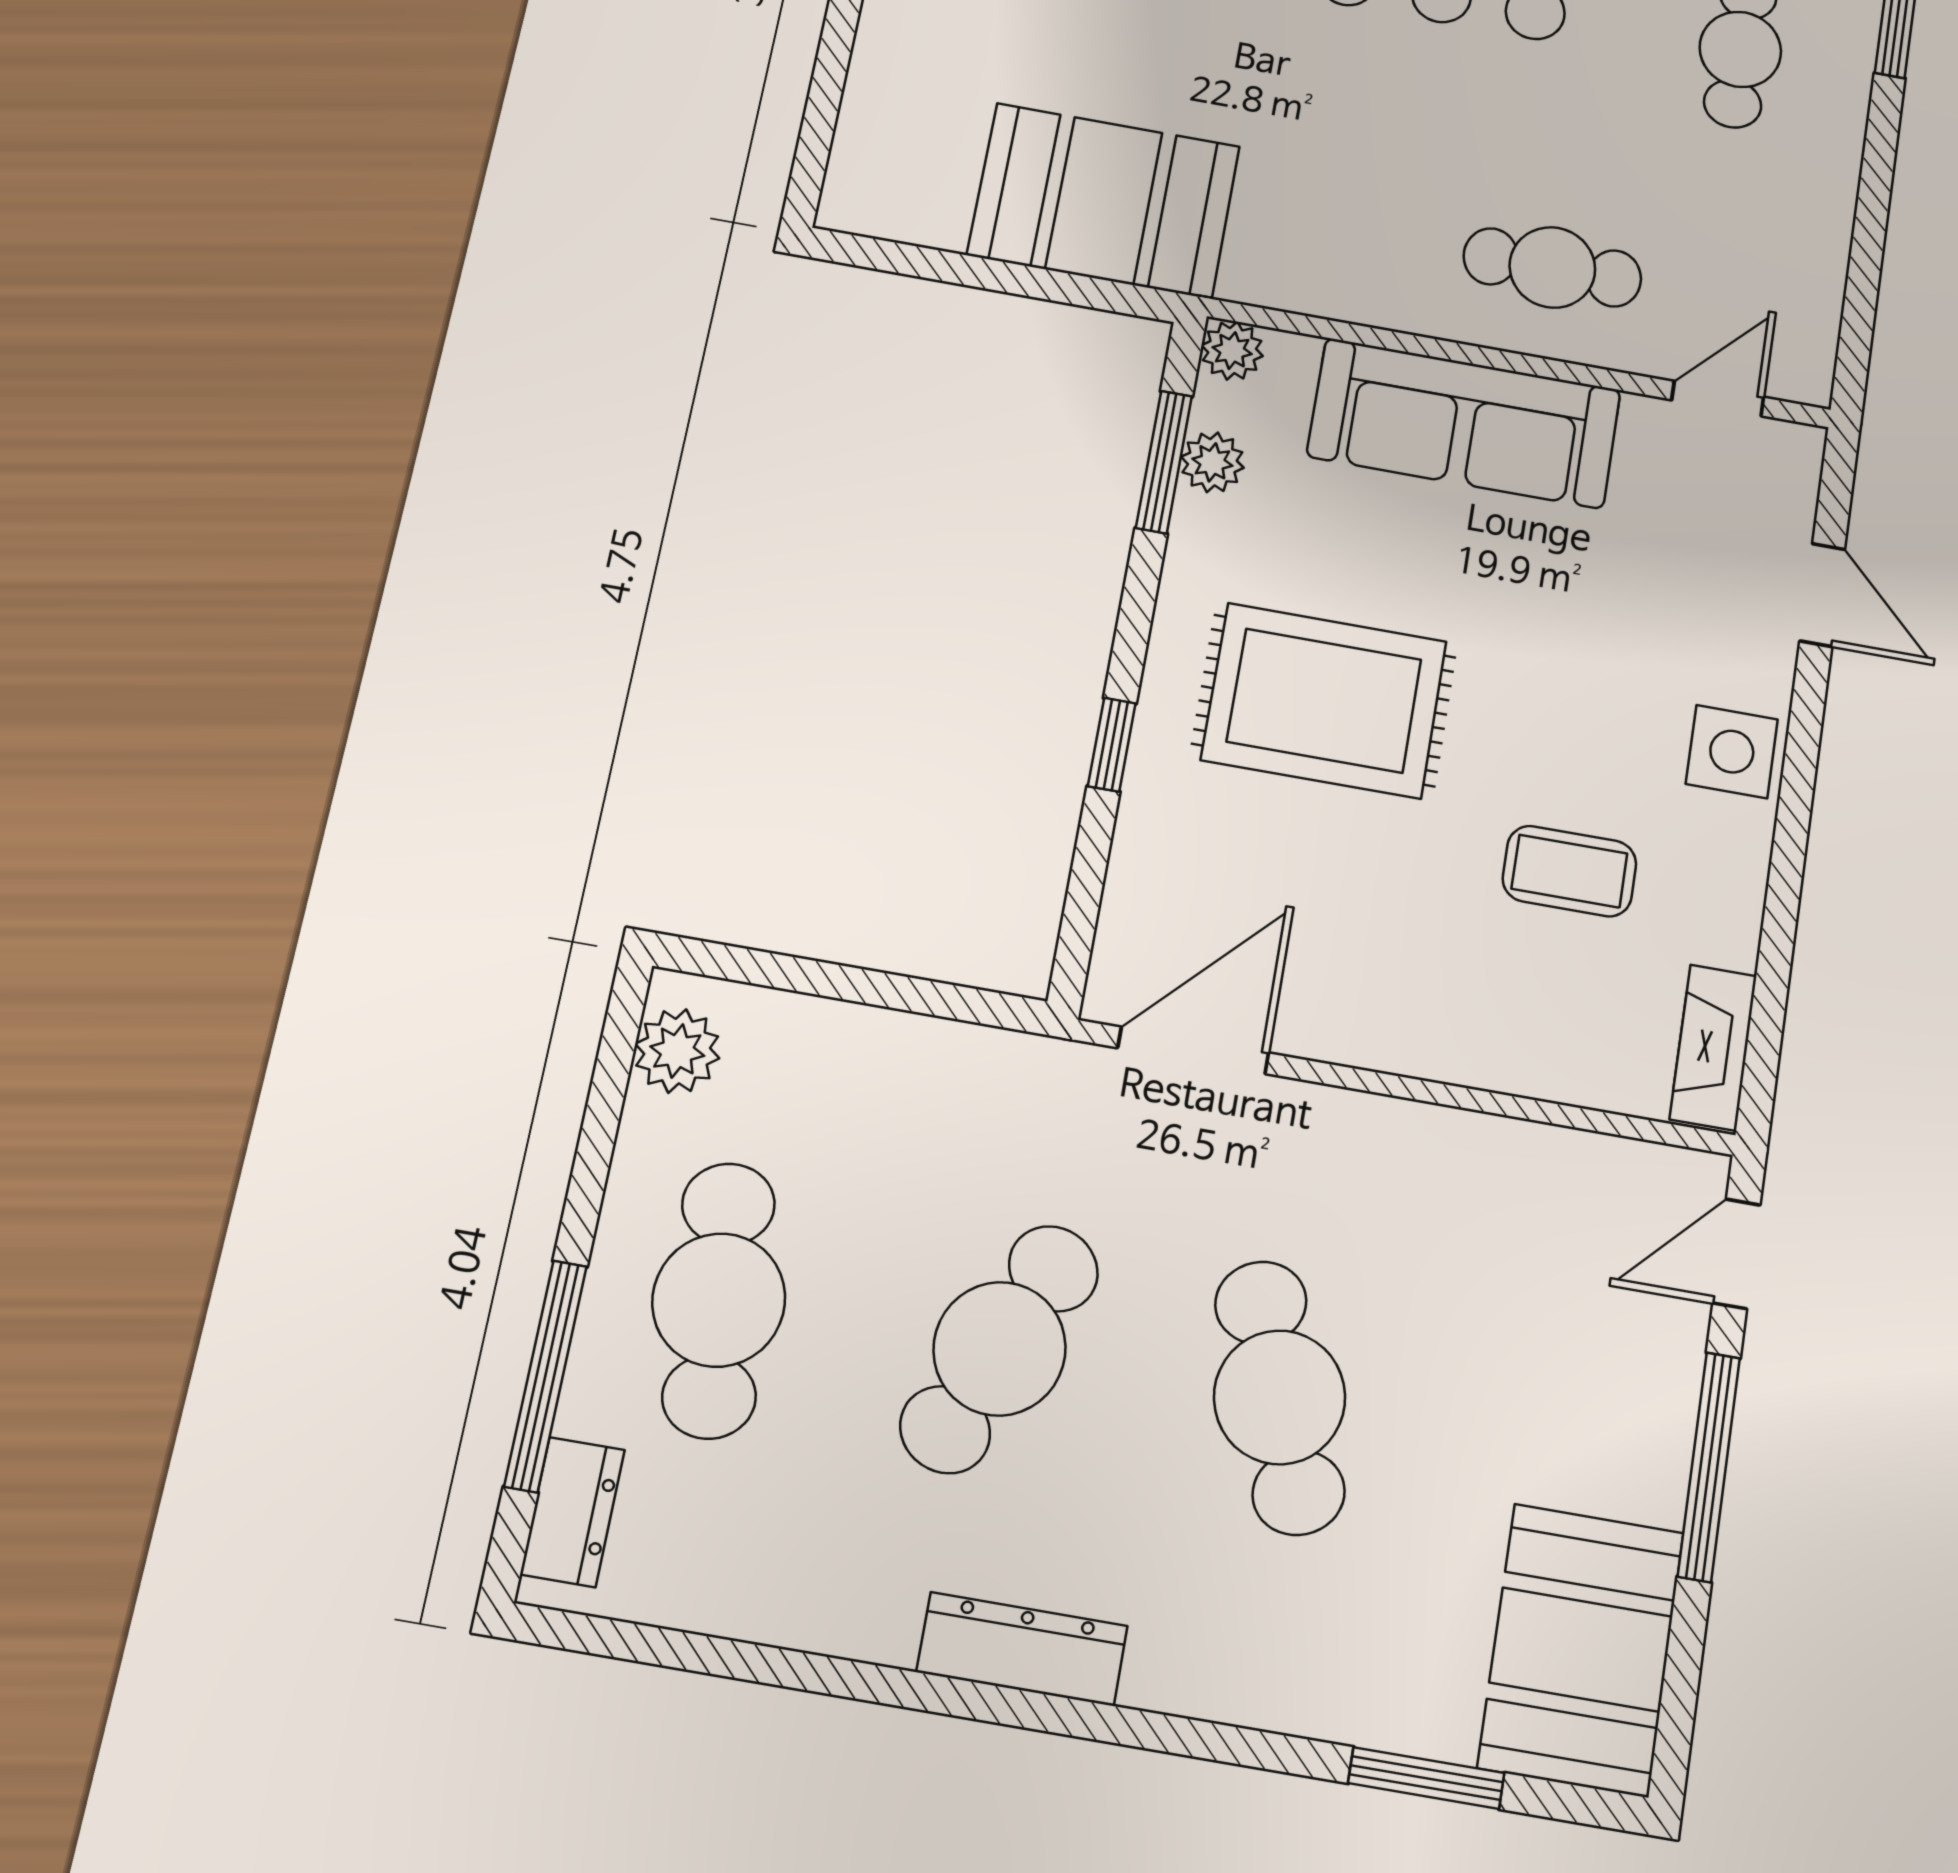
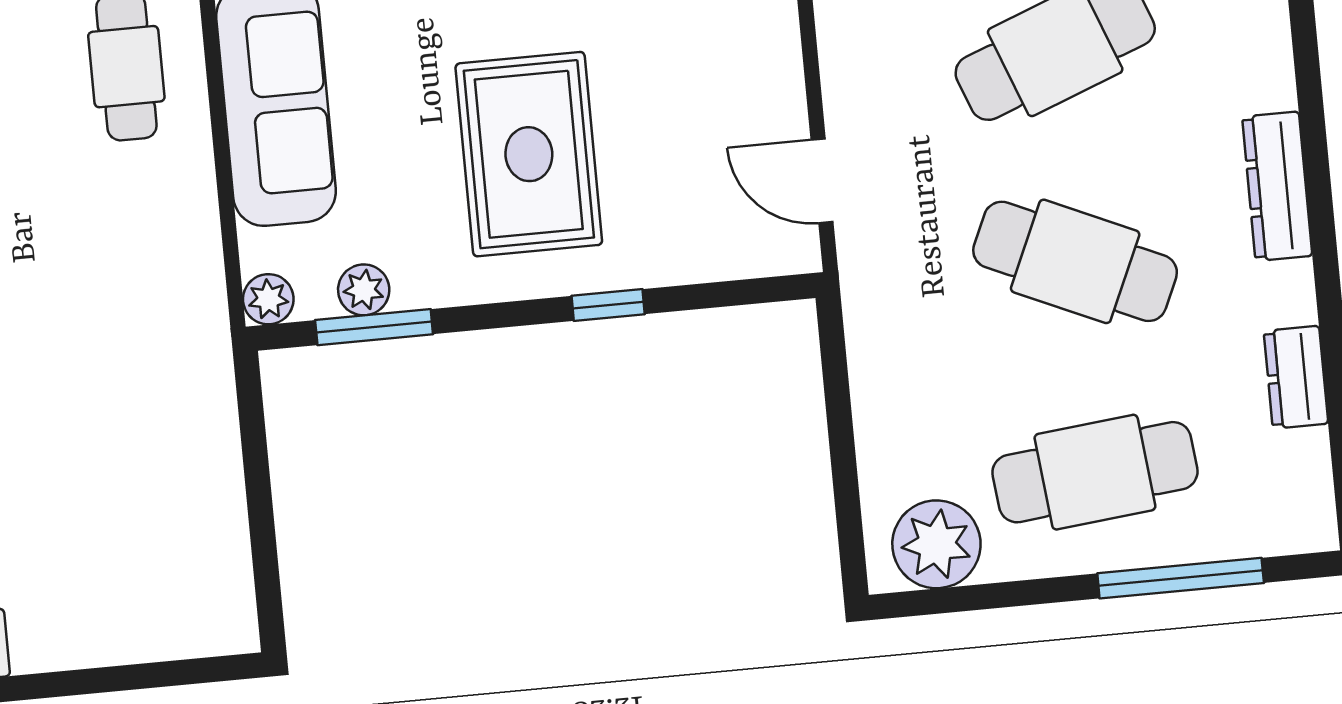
booth: (1104, 201) -> (173, 433), removed
door: (1193, 1050) -> (822, 181), width x0.73
plant: (677, 1051) -> (936, 544), width x1.36, depth x1.36
dresser: (572, 1512) -> (1296, 377), moved, turned -90

